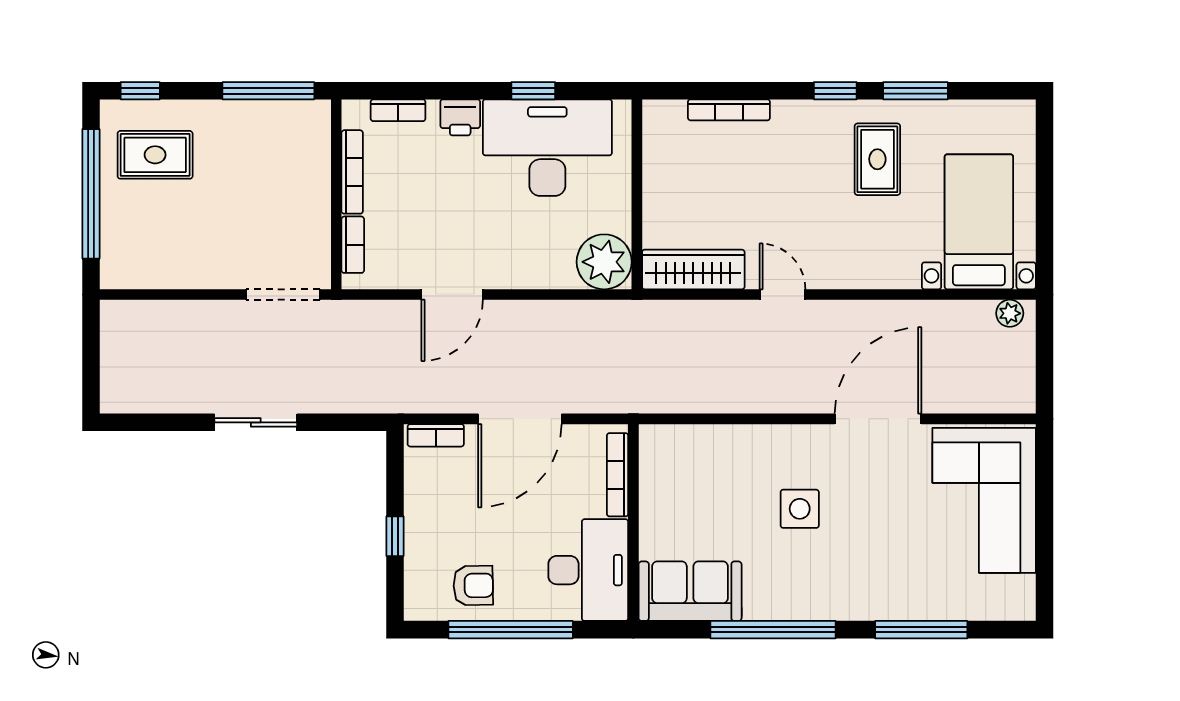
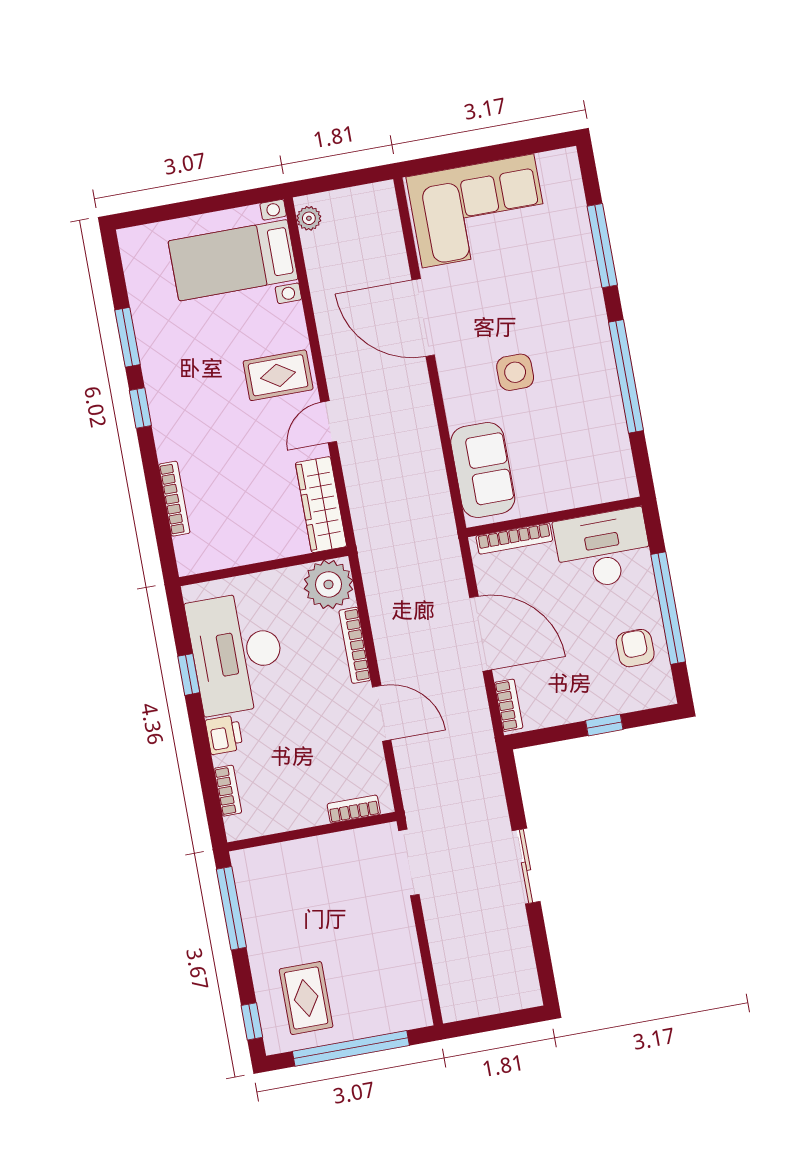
rug: (877, 159) -> (278, 375), moved
bookcase: (352, 172) -> (355, 645), moved, turned -90
sofa: (690, 591) -> (483, 470), moved, turned 180

